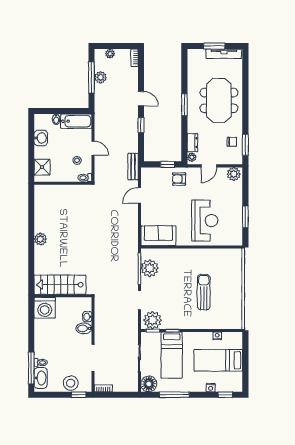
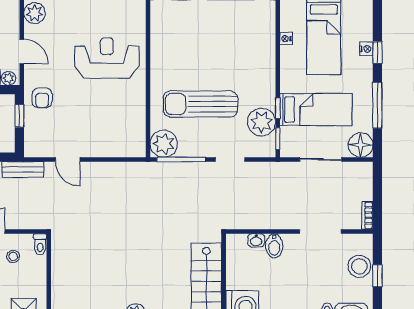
sofa: (158, 236) -> (130, 130), removed
plant: (150, 268) -> (164, 144), moved
sun lounger: (204, 292) -> (200, 104), moved, width x1.36, depth x1.34
plant: (153, 320) -> (262, 122), moved
window: (79, 395) -> (377, 276), moved
window: (225, 395) -> (377, 52), moved

